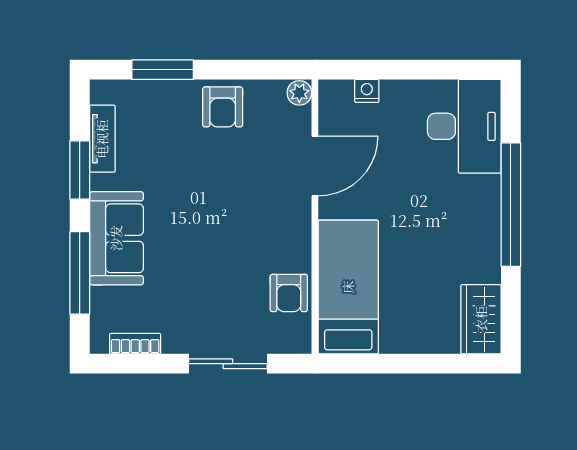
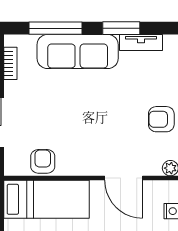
sofa: (116, 238) -> (78, 52), width x1.36
armchair: (289, 293) -> (43, 161), turned 90

